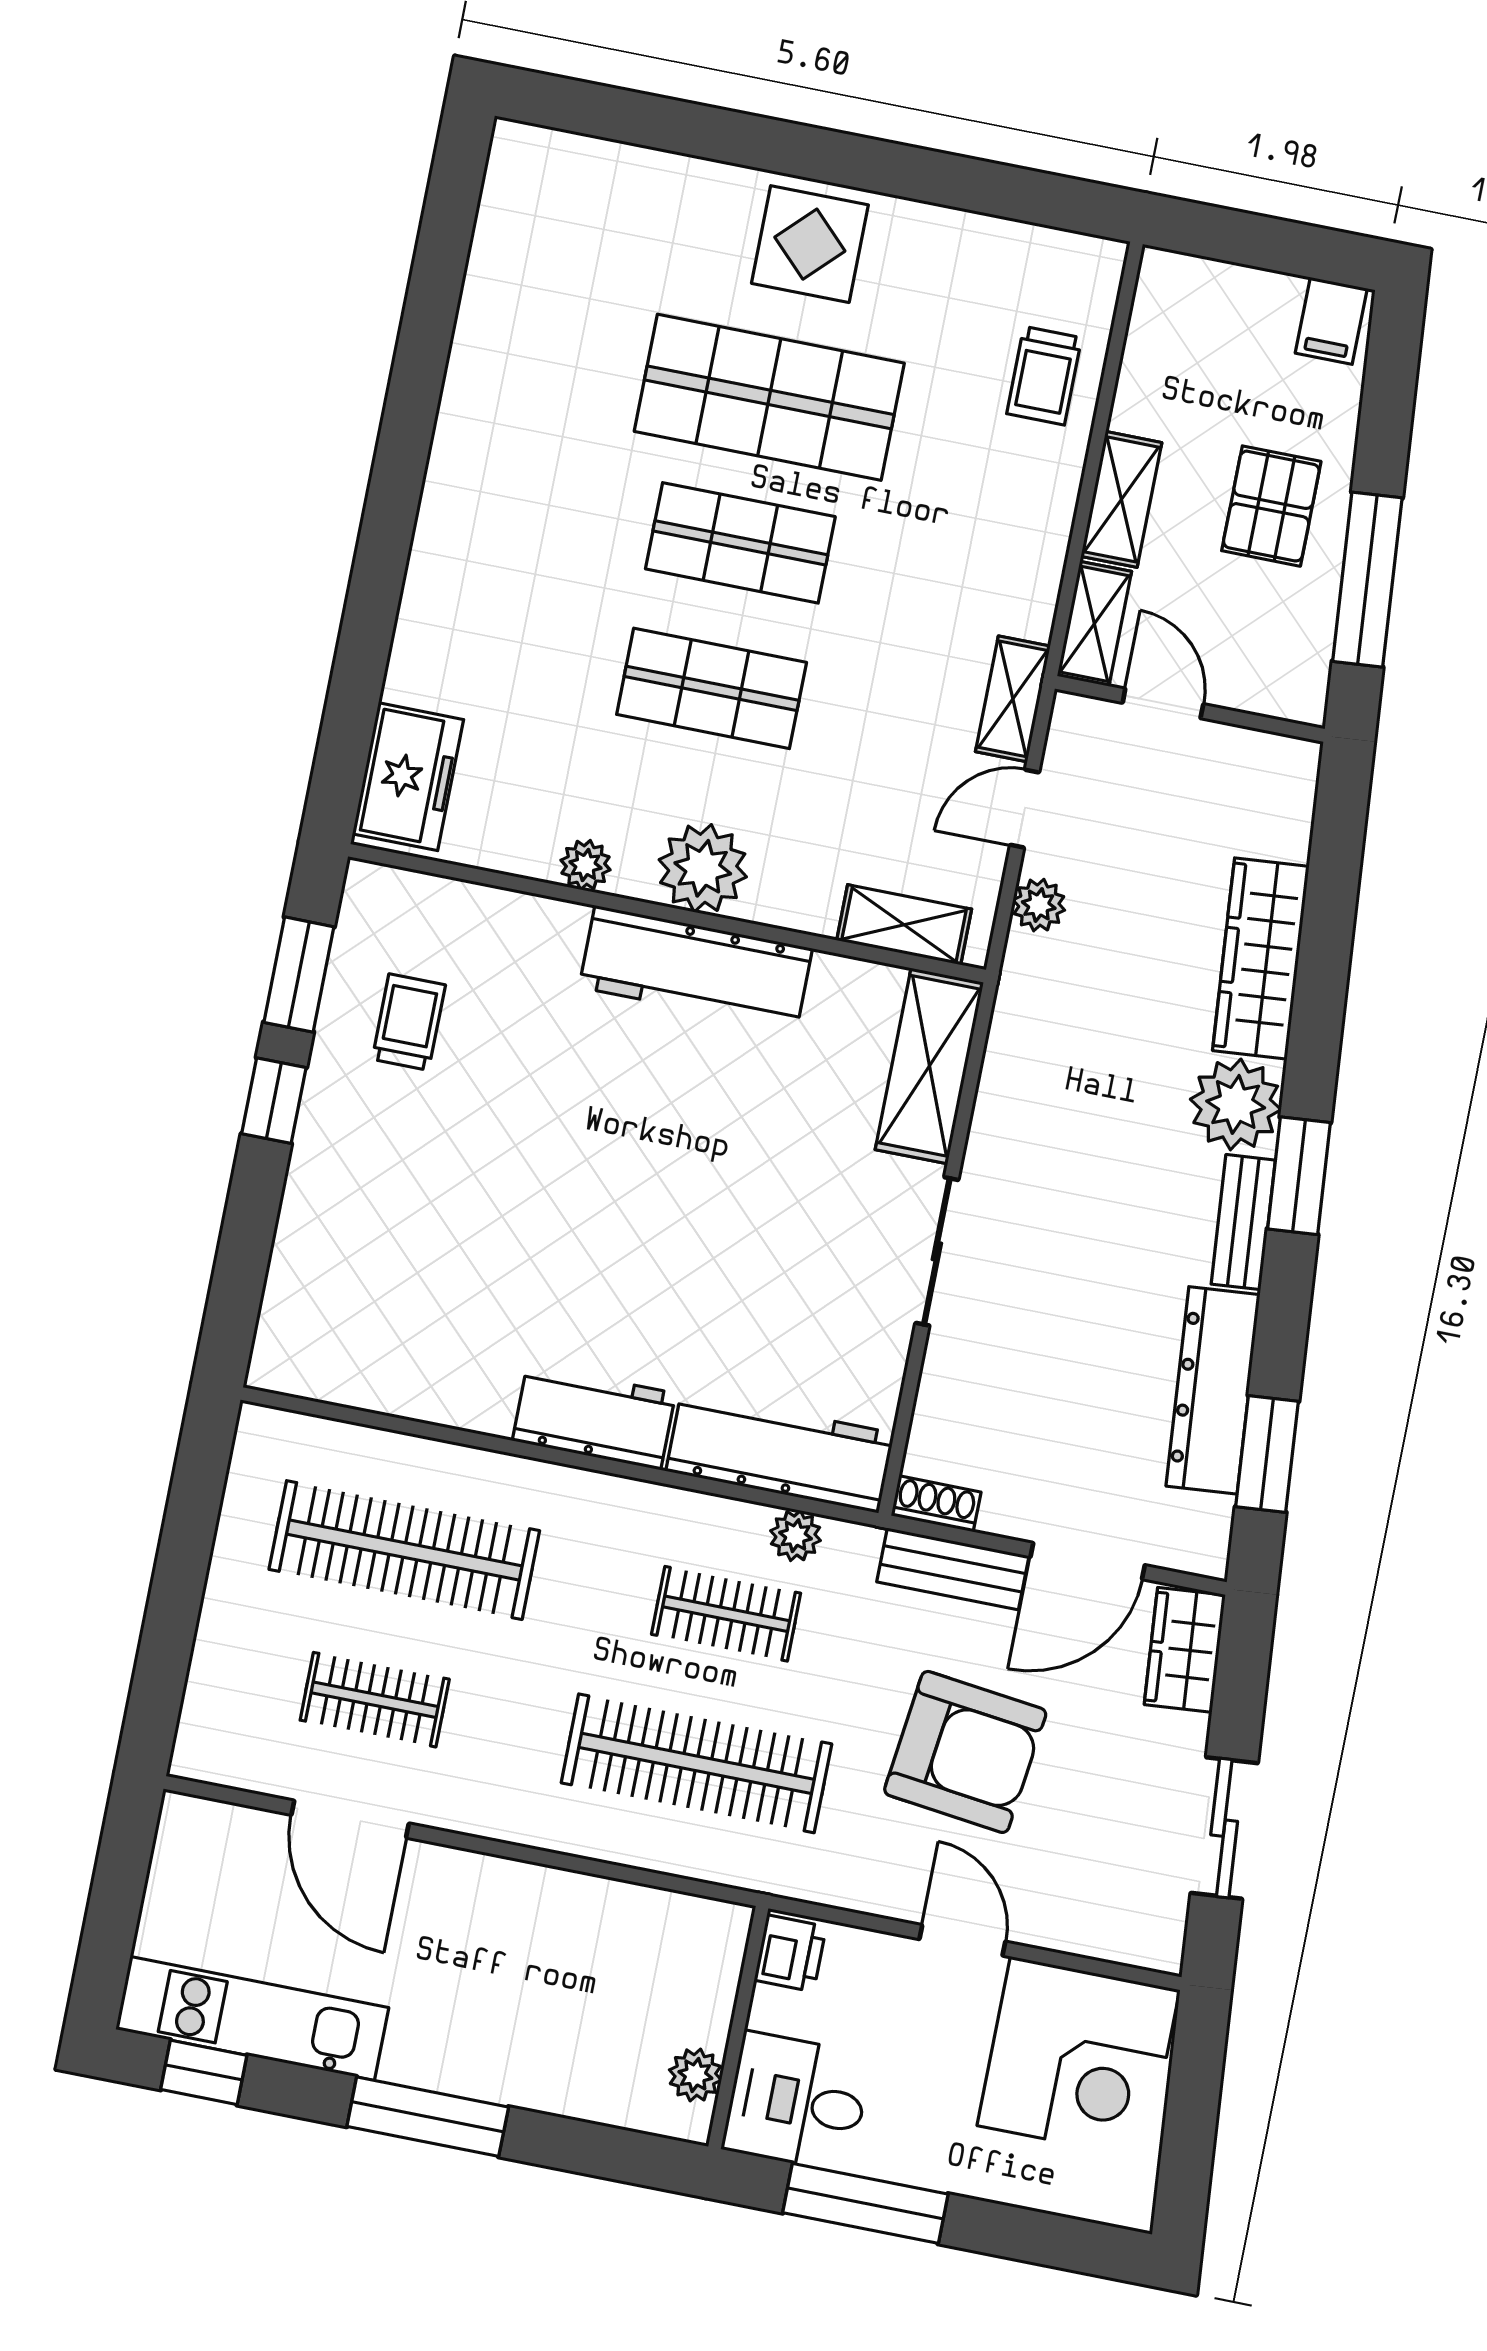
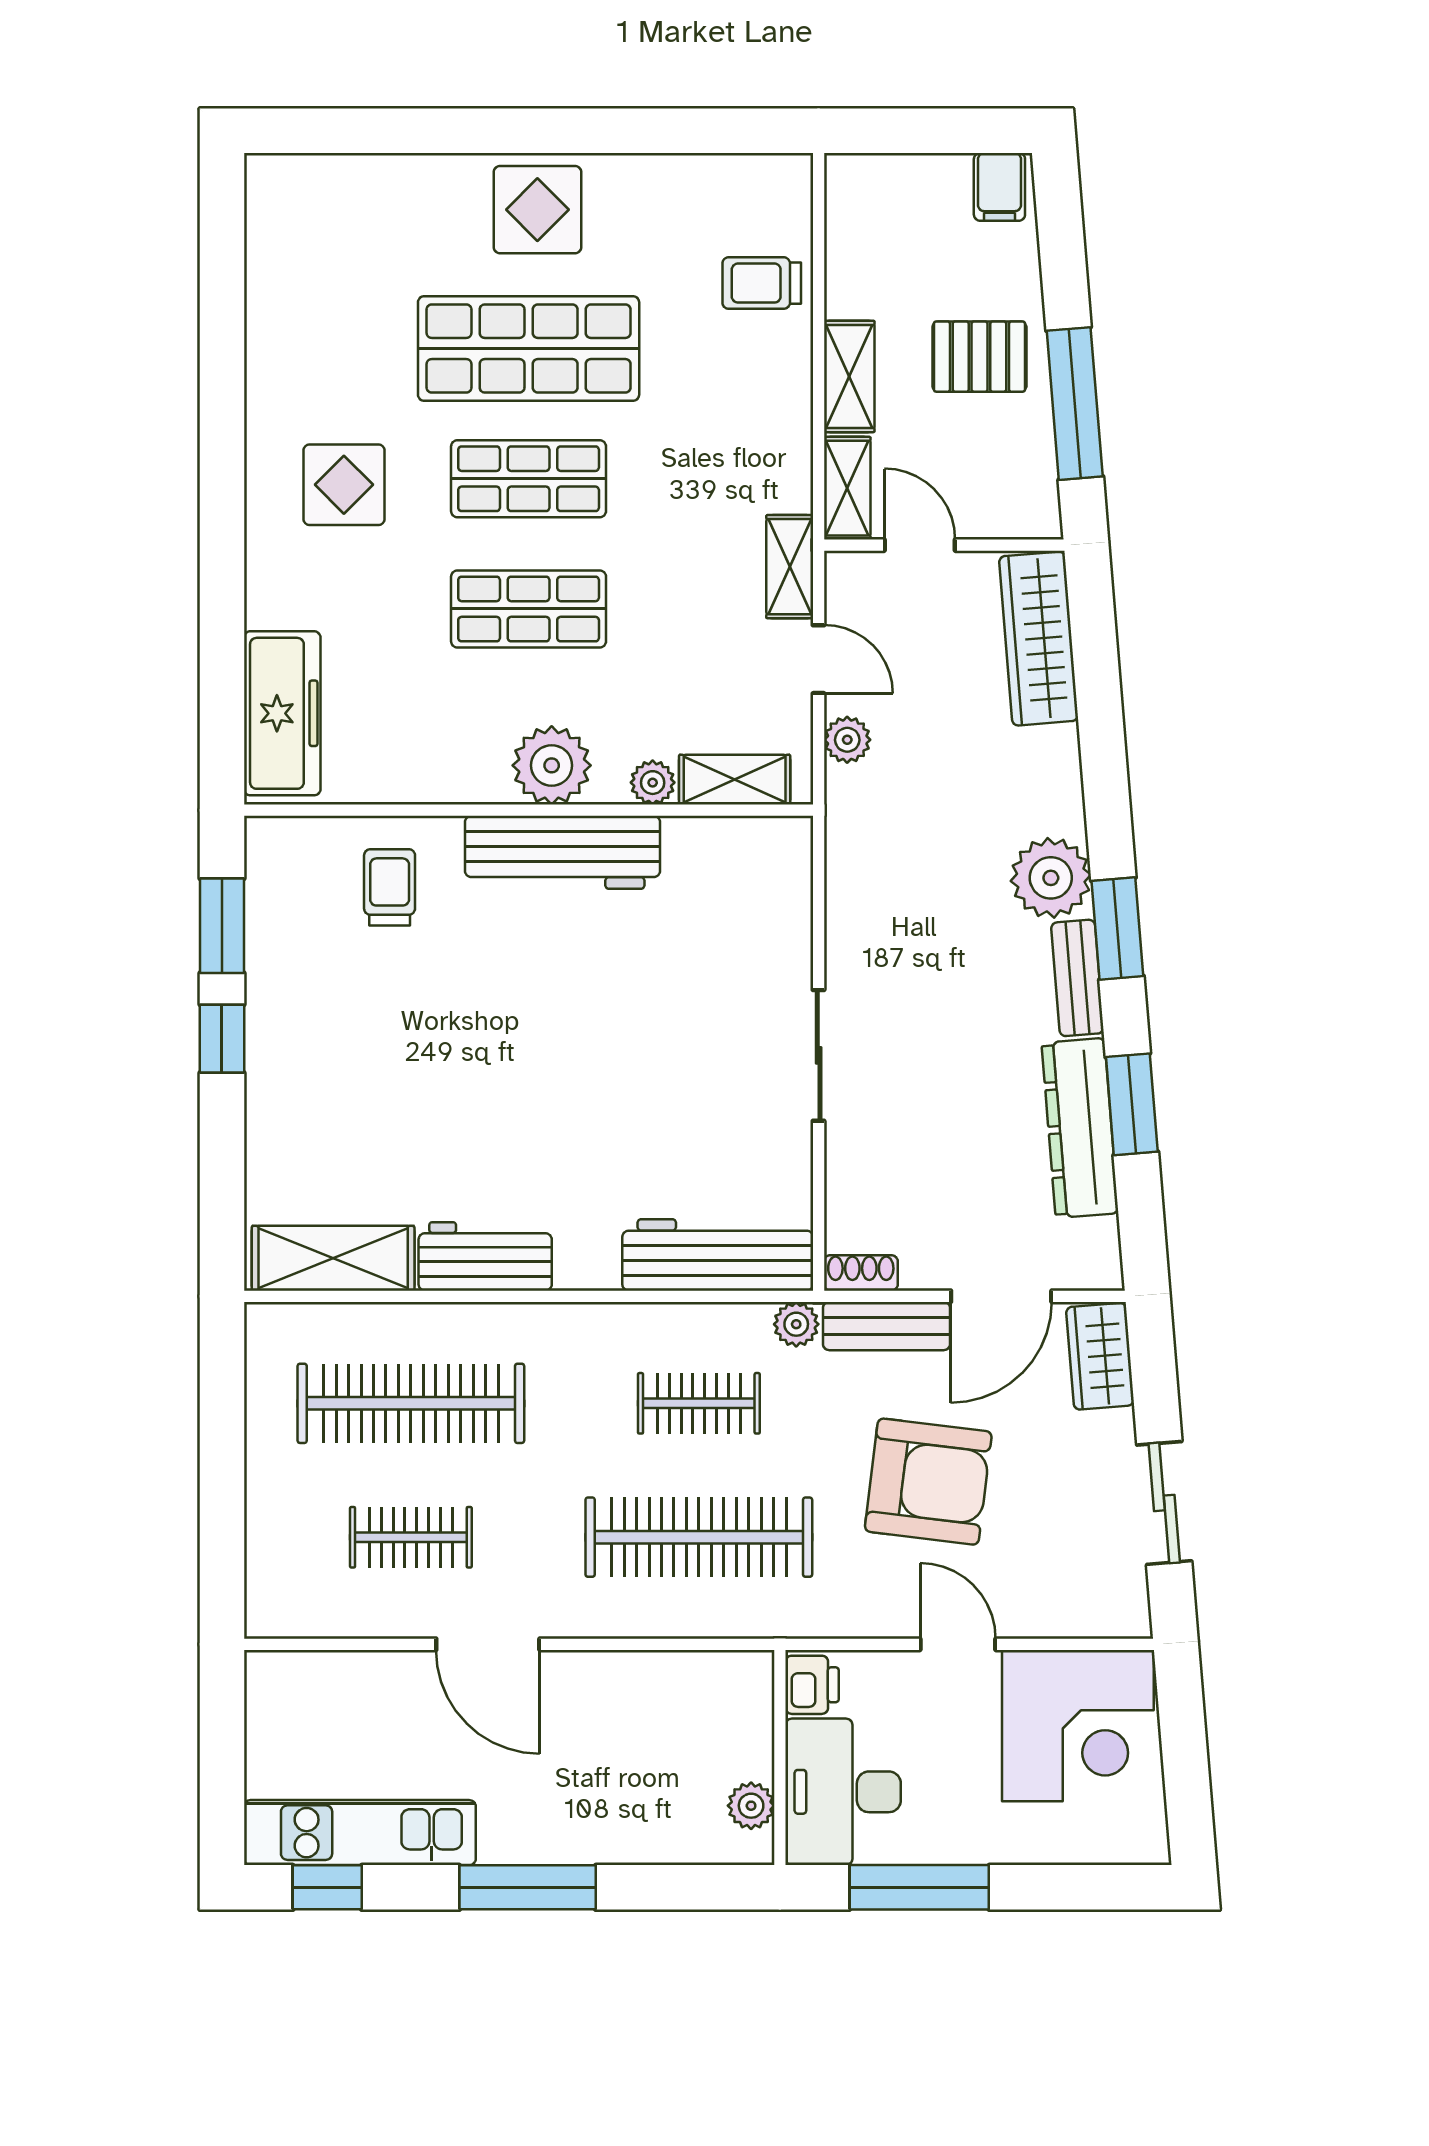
trolley: (1044, 376) -> (762, 283), turned 90
pallet: (1271, 506) -> (979, 357), turned 90
display table: (533, 509) -> (344, 485), added
freezer: (408, 777) -> (282, 713), width x1.40
door: (1025, 809) -> (819, 659), swing flipped
plant: (585, 865) -> (653, 783), moved
wardrobe: (1261, 959) -> (1039, 639), moved
trolley: (409, 1022) -> (390, 887), moved
shelving: (929, 1066) -> (333, 1258), moved, turned 90
workbench: (594, 1417) -> (485, 1256), moved
window: (1267, 1454) -> (1132, 1104), moved
plant: (795, 1536) -> (796, 1324), moved
door: (350, 1819) -> (488, 1644), moved
desk: (797, 2102) -> (843, 1792), width x1.37

